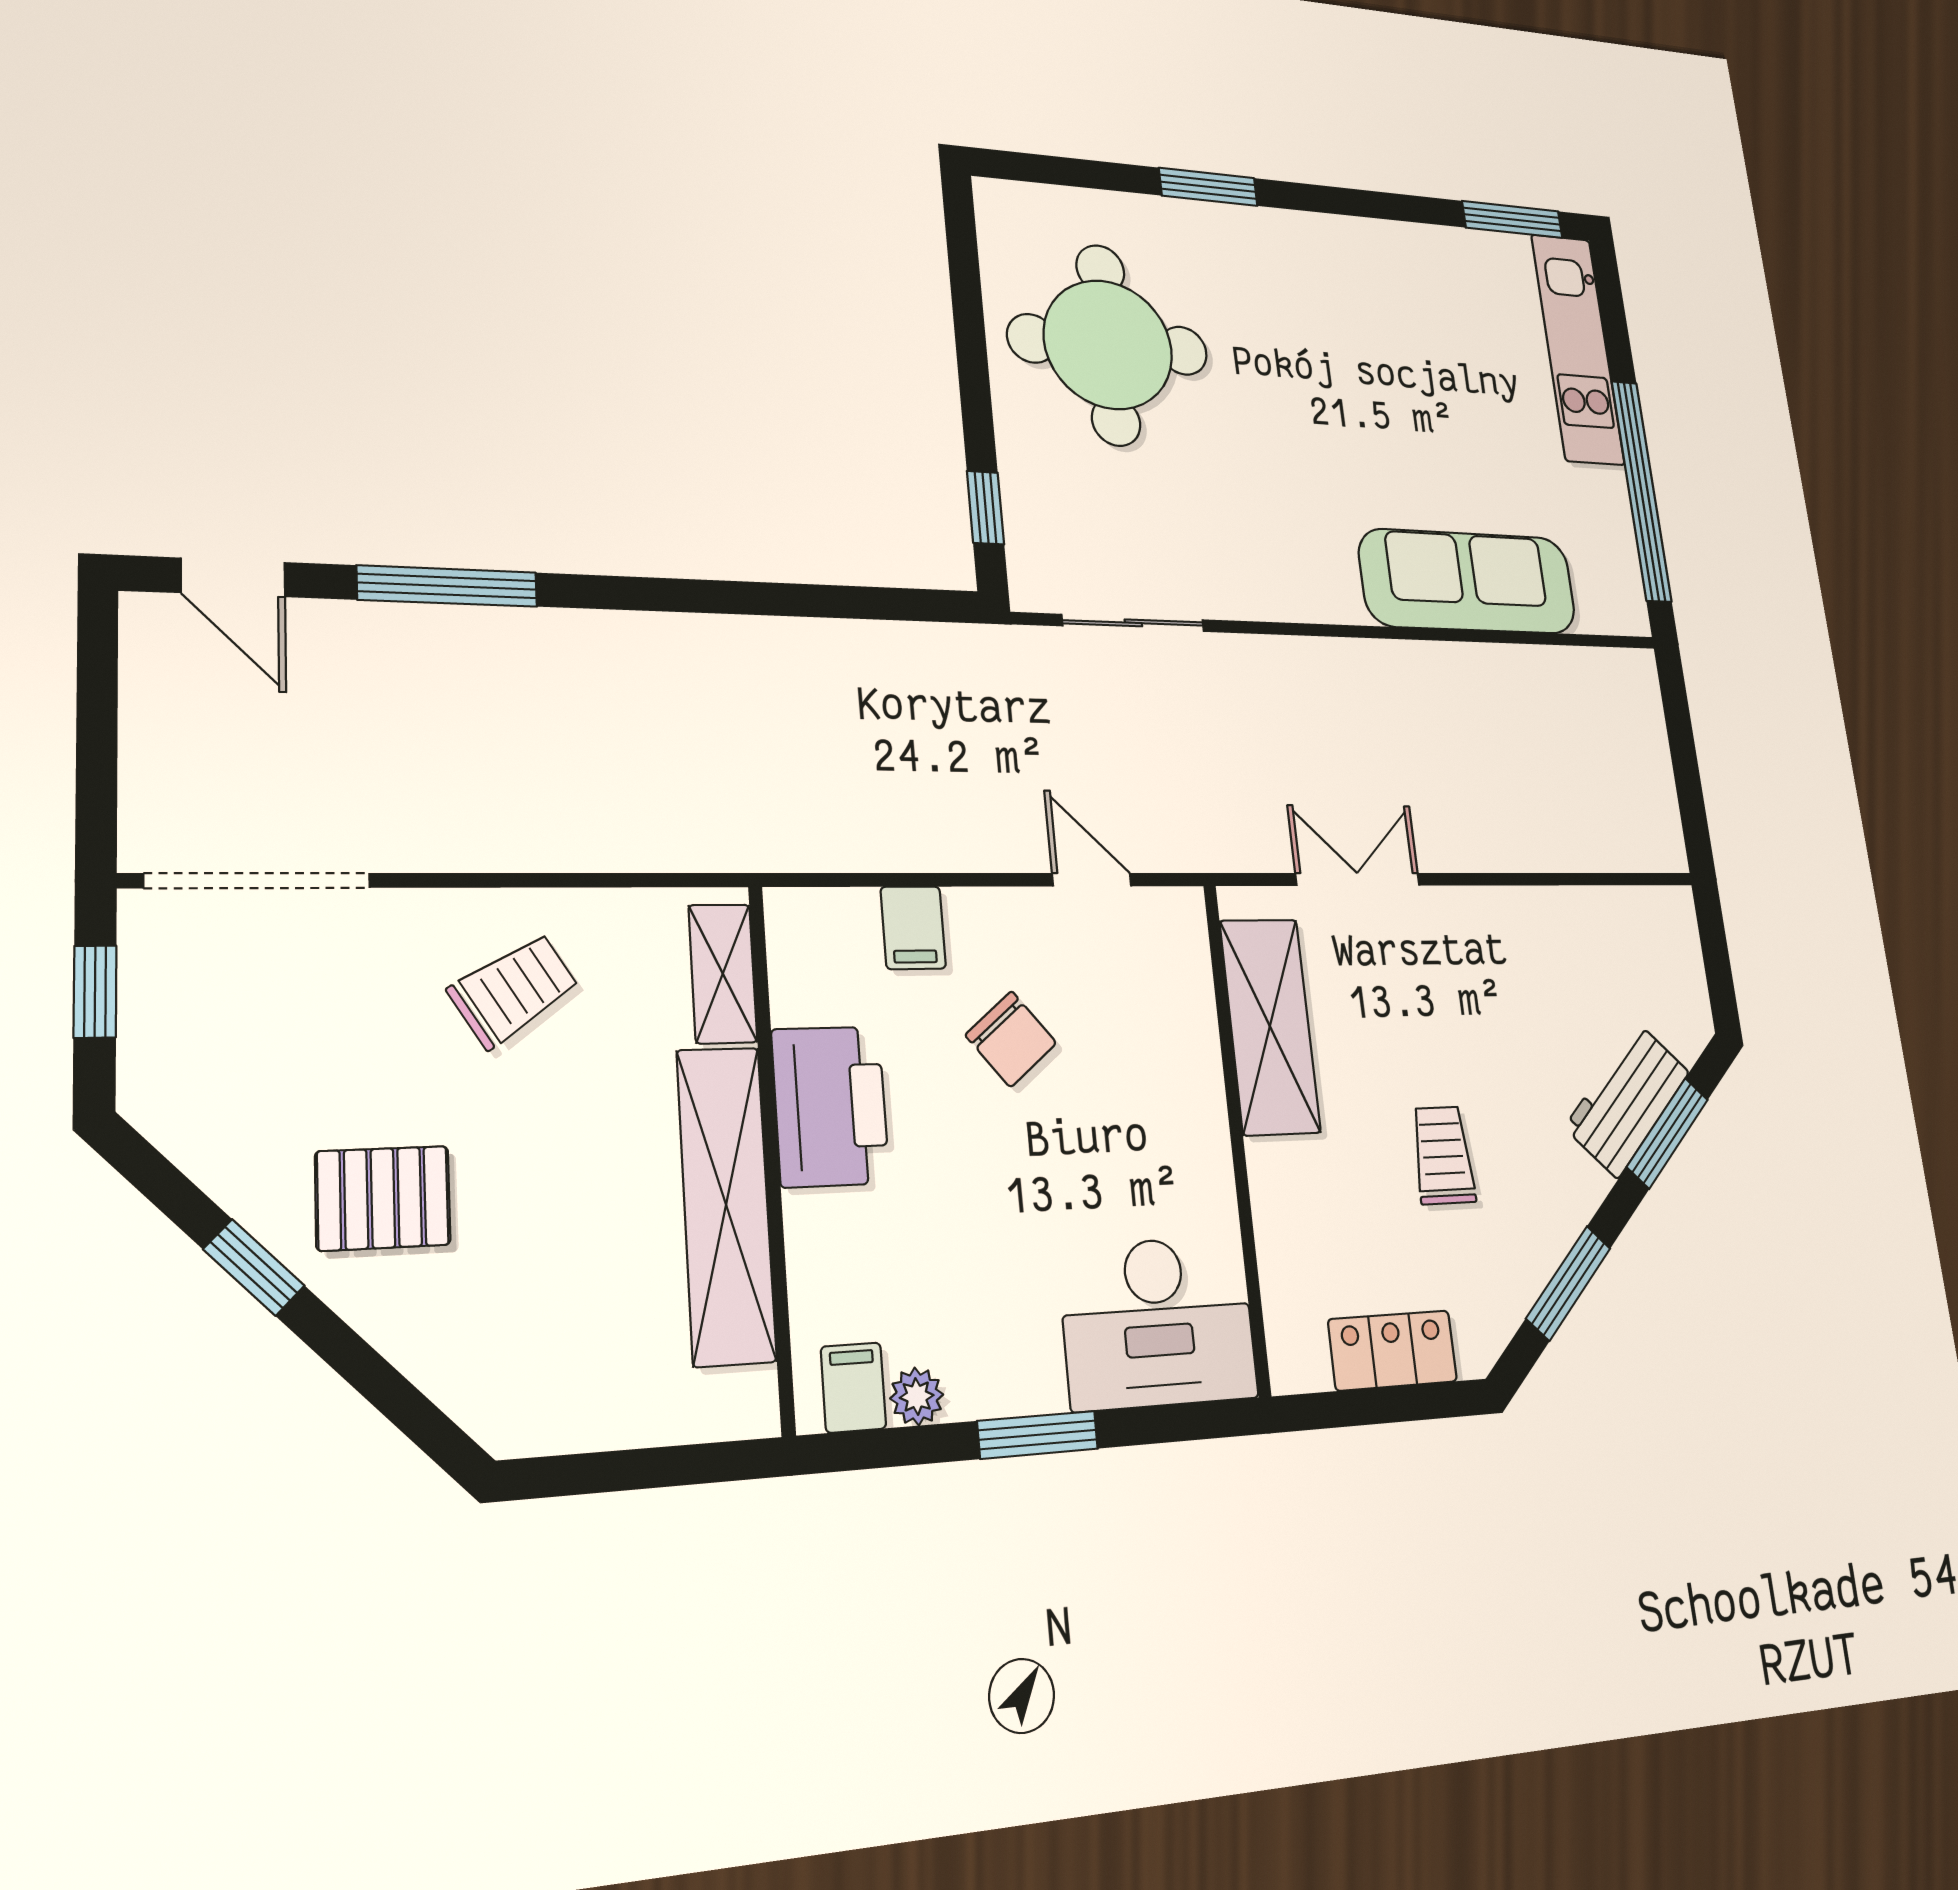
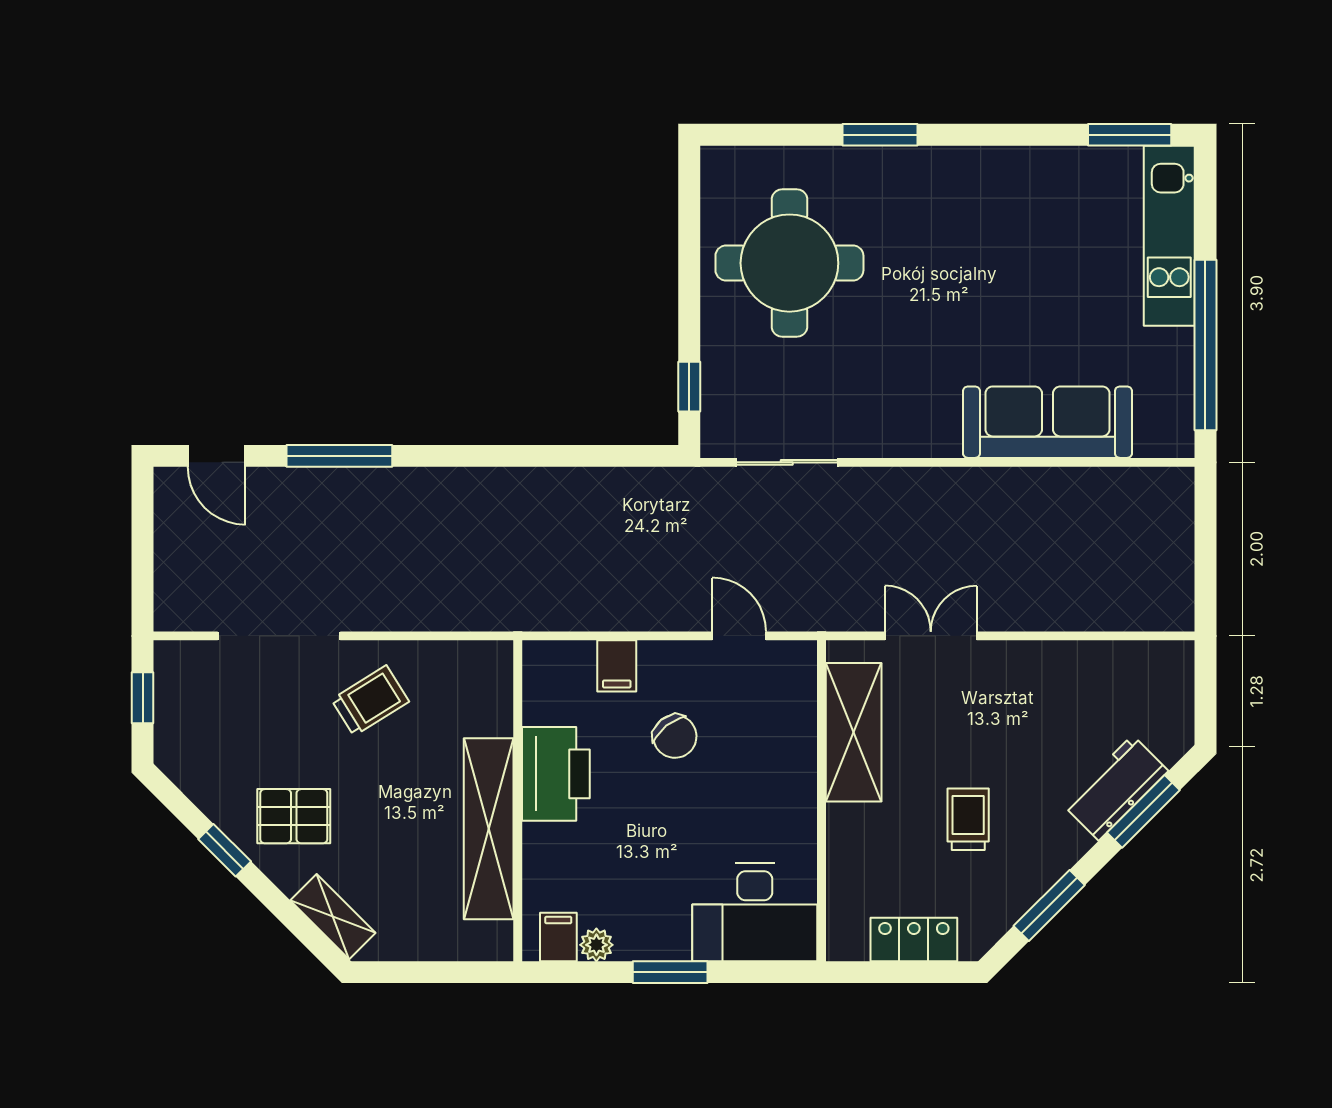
doorway: (258, 881) -> (279, 636), moved
shelving: (723, 974) -> (333, 917), moved, turned -45

